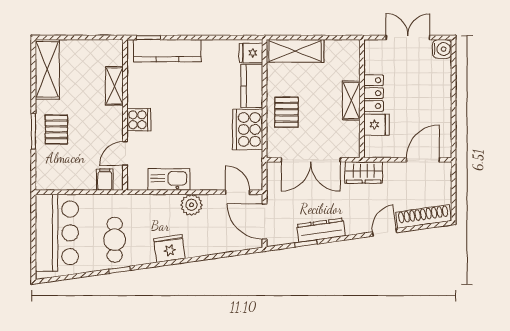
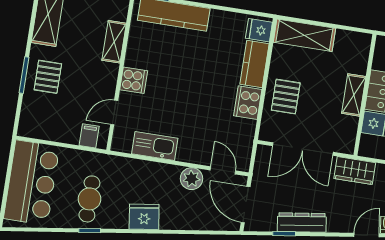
cooker: (248, 129) -> (248, 103), width x0.73, depth x0.76
plant: (191, 205) -> (192, 179), moved

